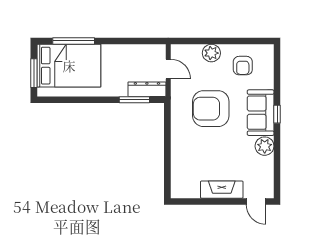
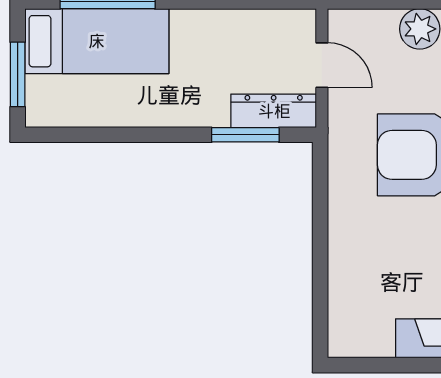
bed: (69, 66) -> (97, 41), width x0.67

